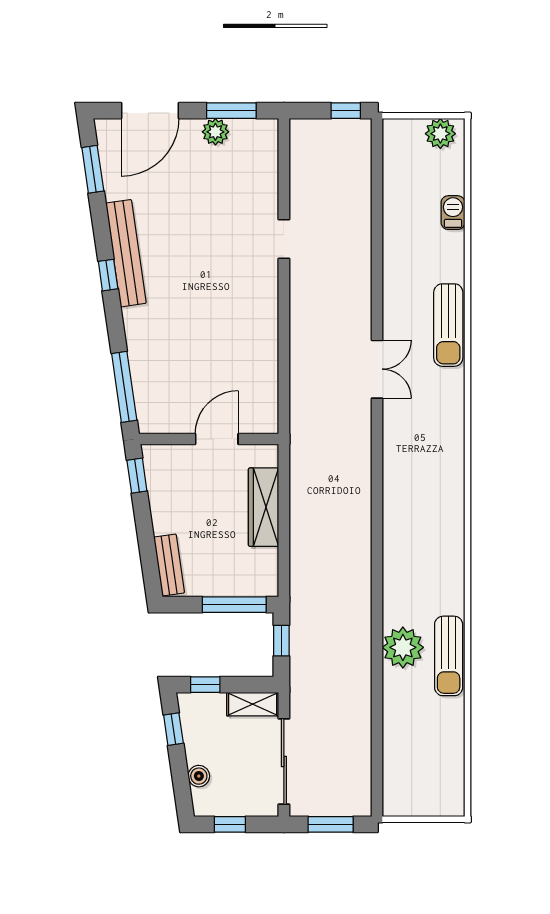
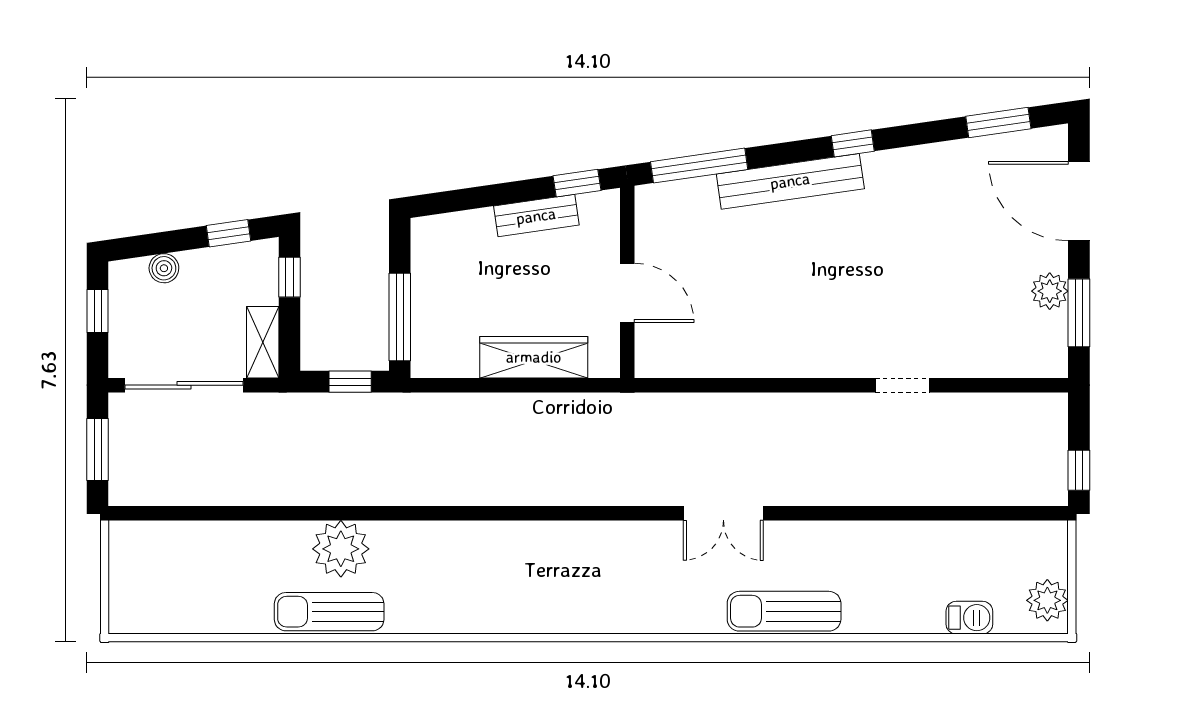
barbecue: (453, 213) -> (969, 618), moved
bench: (126, 253) -> (790, 181), moved
bench: (169, 565) -> (536, 216), moved

